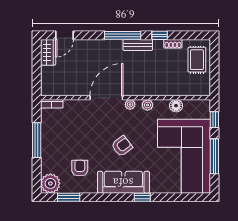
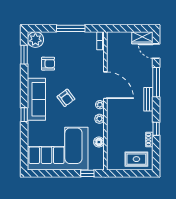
window: (123, 35) -> (156, 82), moved
bench: (138, 45) -> (148, 99), moved
window: (214, 156) -> (58, 173), removed

